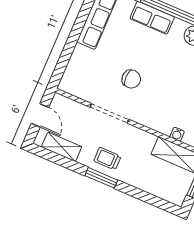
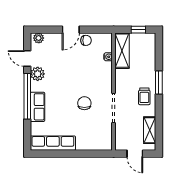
door: (40, 115) -> (135, 154), swing flipped
window: (101, 178) -> (159, 82), moved

